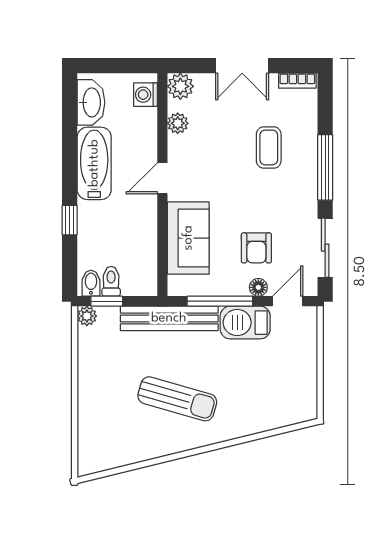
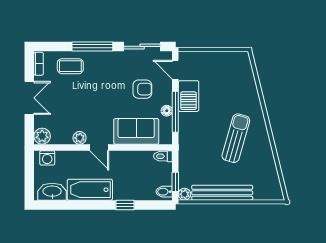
plant: (178, 123) -> (80, 138), moved
coffee table: (269, 147) -> (70, 66), moved
toilet: (111, 281) -> (163, 156), moved
floor lamp: (258, 287) -> (167, 111), moved
bench: (169, 318) -> (222, 193), moved, turned 90

